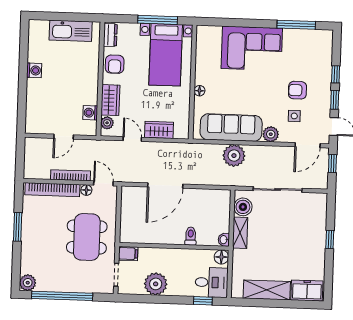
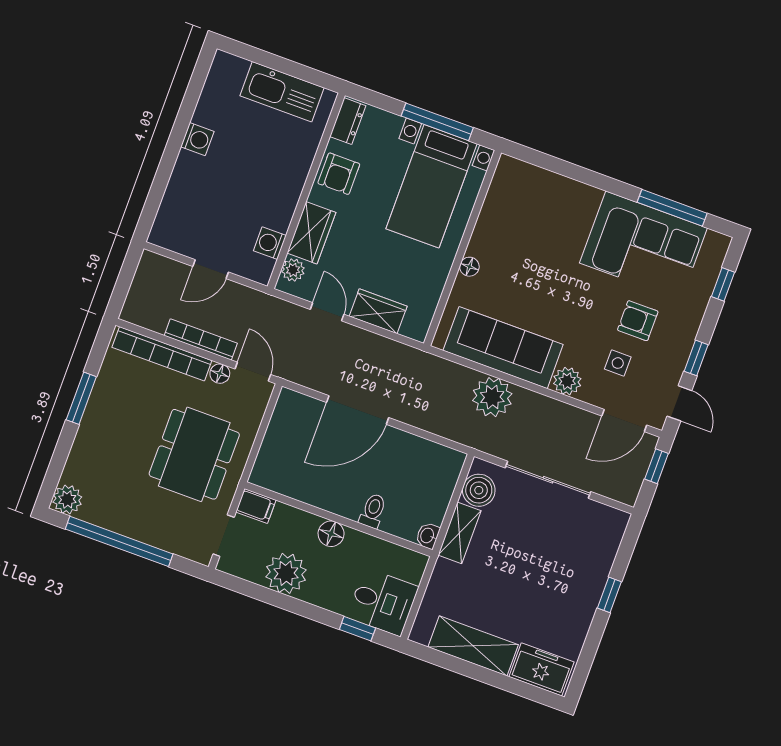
corner sofa: (252, 48) -> (643, 245), moved
window: (336, 74) -> (723, 284), moved
floor lamp: (221, 257) -> (331, 534), moved

